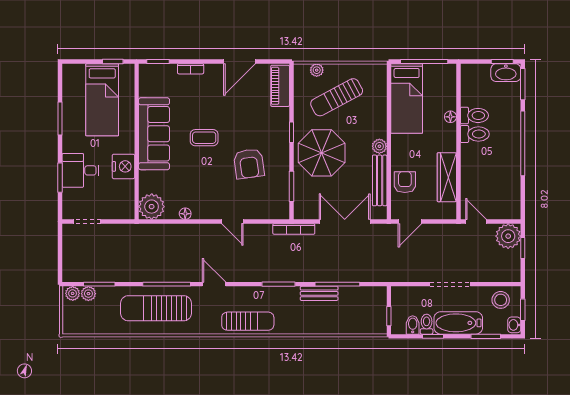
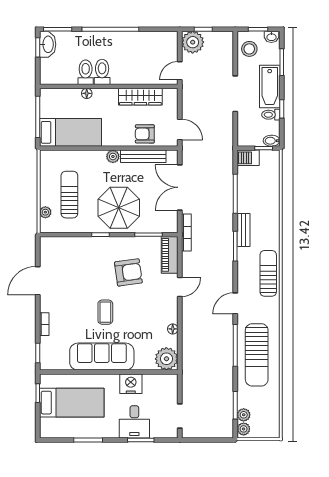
door: (240, 62) -> (38, 281), swing flipped
piano: (280, 86) -> (170, 255), moved, turned 90
sun lounger: (337, 97) -> (69, 195), turned -152
bench: (319, 293) -> (244, 230), moved
barbecue: (378, 299) -> (248, 158), added
bidet: (413, 325) -> (272, 141), moved

